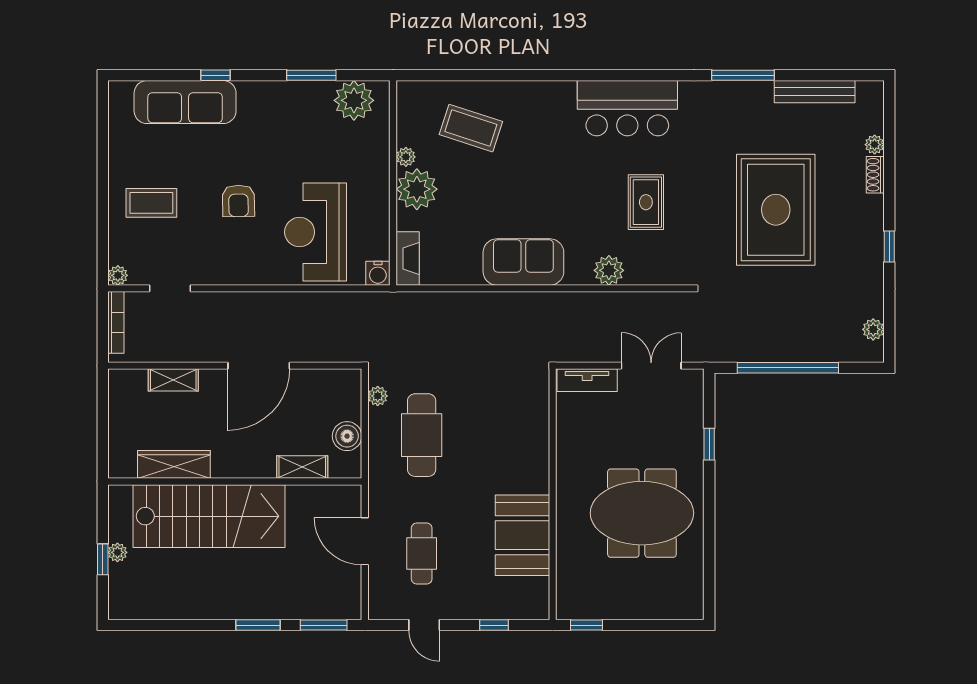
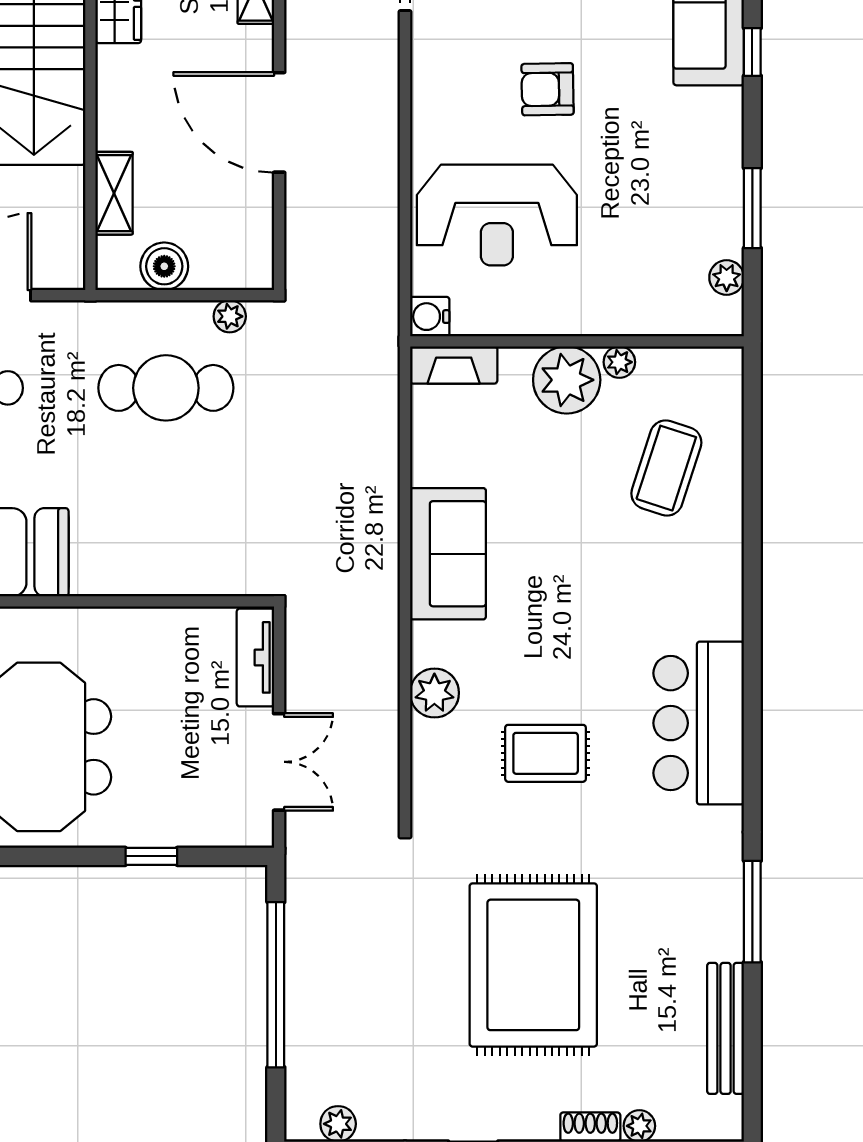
plant: (354, 100) -> (727, 278), width x0.53, depth x0.53
rug: (776, 210) -> (533, 965), turned 90
reception desk: (316, 232) -> (497, 215), turned 180

